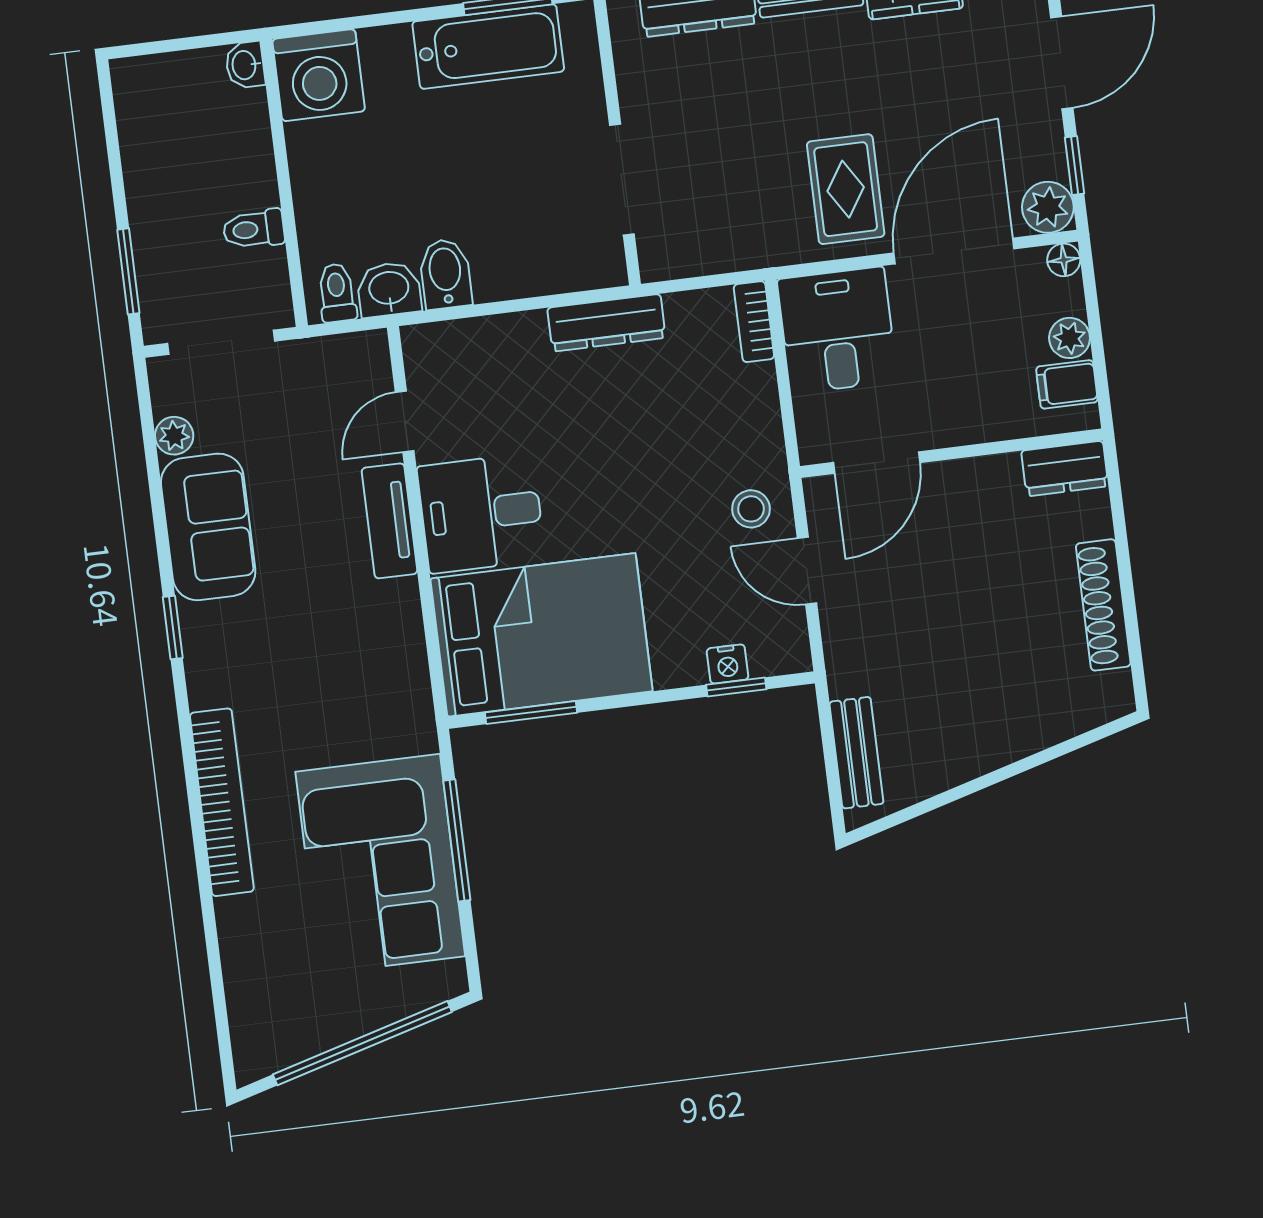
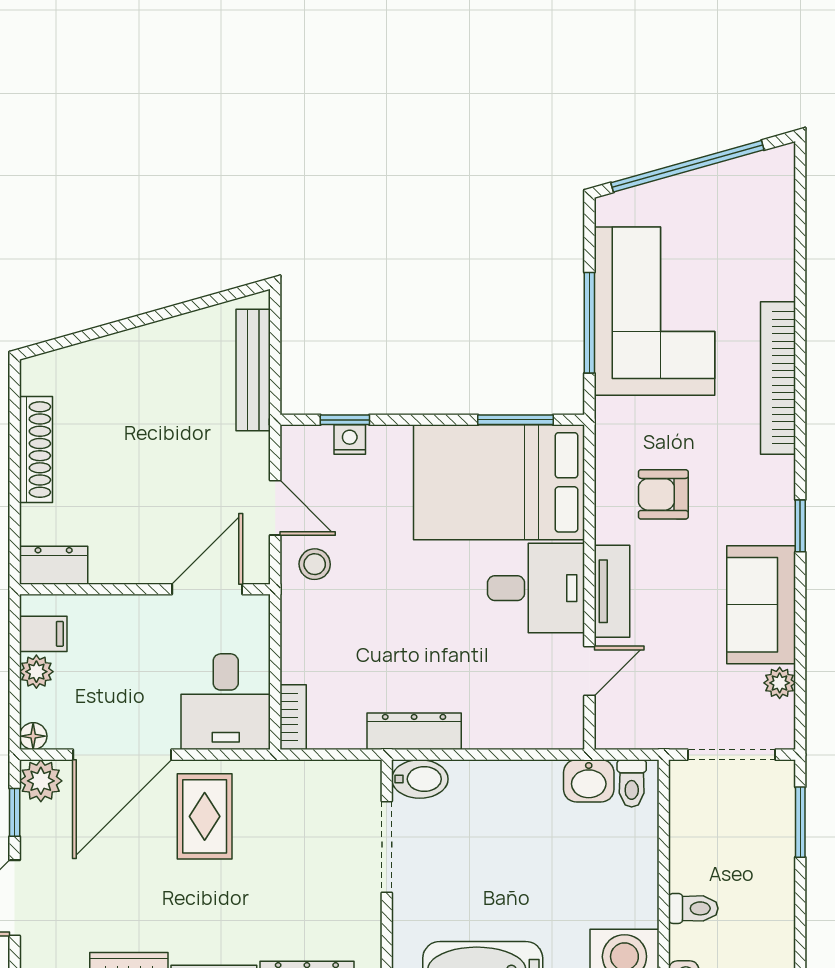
toilet: (254, 229) -> (693, 908), moved
bidet: (445, 274) -> (420, 779), moved, turned -90
armchair: (342, 645) -> (663, 494), added
bench: (856, 753) -> (253, 370), width x1.36

